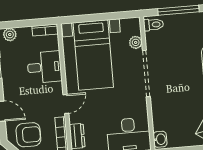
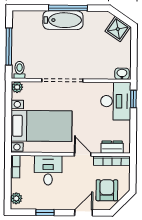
plant: (136, 42) -> (17, 87), moved

